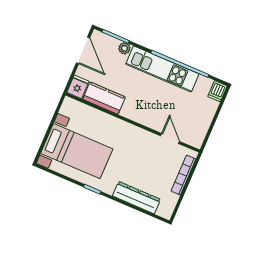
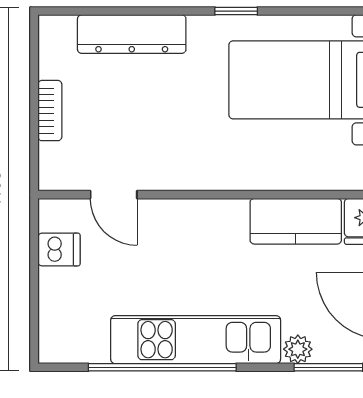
dishwasher: (217, 91) -> (59, 250), moved, turned 90
bookcase: (184, 175) -> (50, 111), width x0.64

